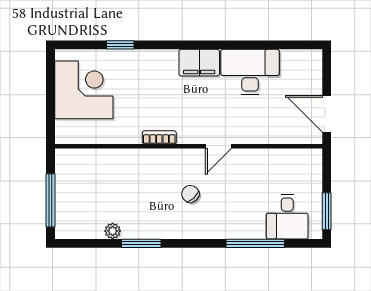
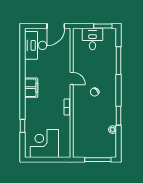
desk: (250, 72) -> (36, 45), moved
desk: (287, 217) -> (92, 39), moved, turned -90

